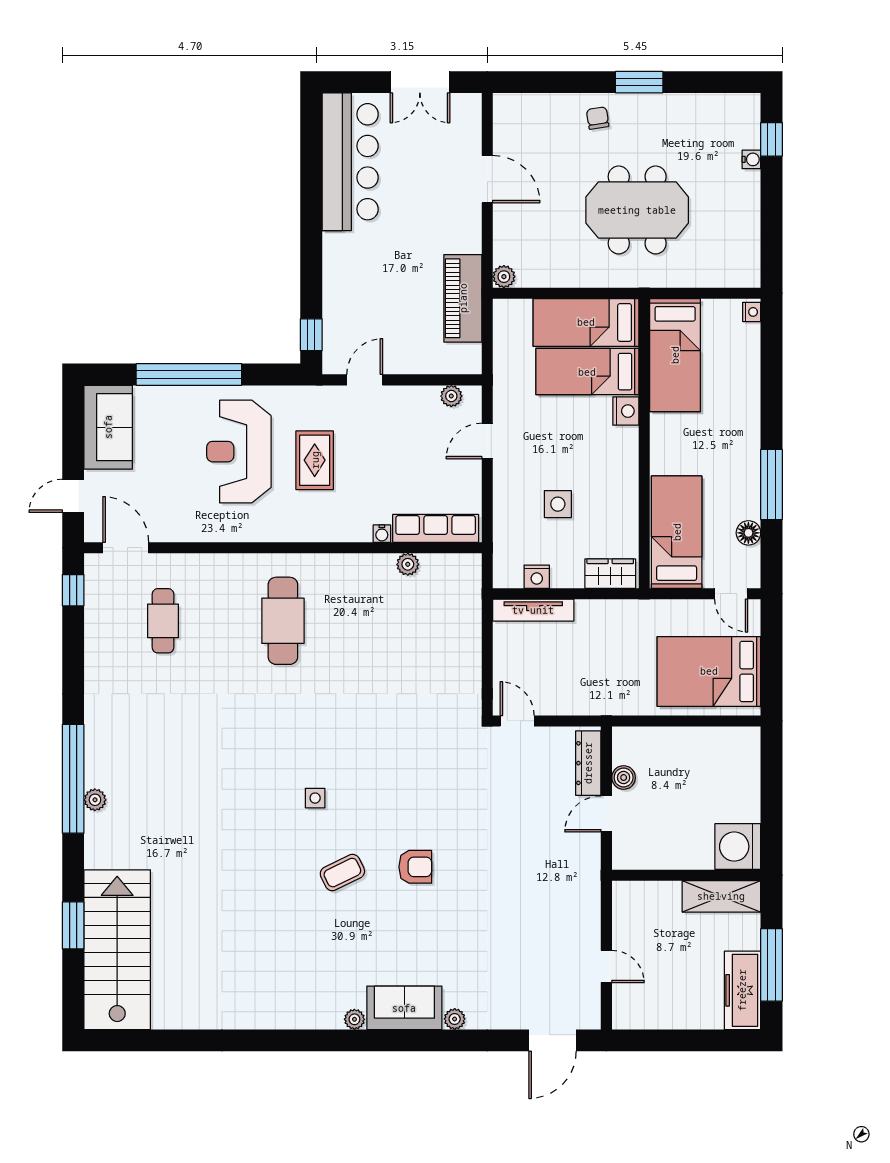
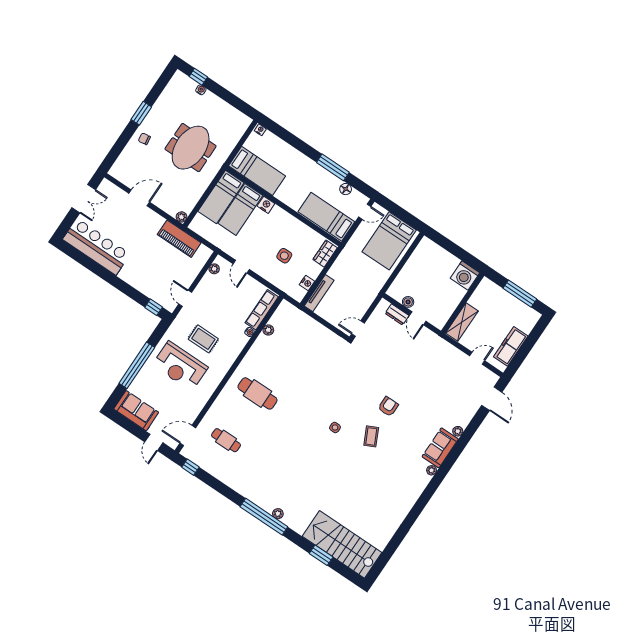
dresser: (588, 763) -> (397, 314), width x0.70
shelving: (721, 896) -> (462, 322), moved
freezer: (742, 990) -> (511, 346), moved, turned 90

